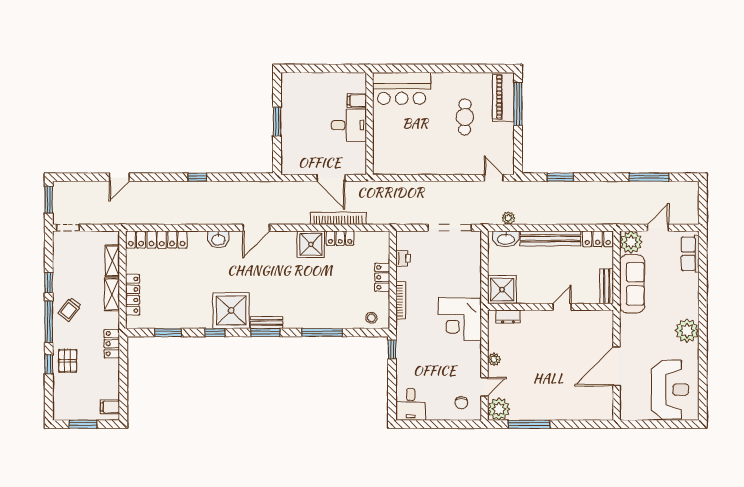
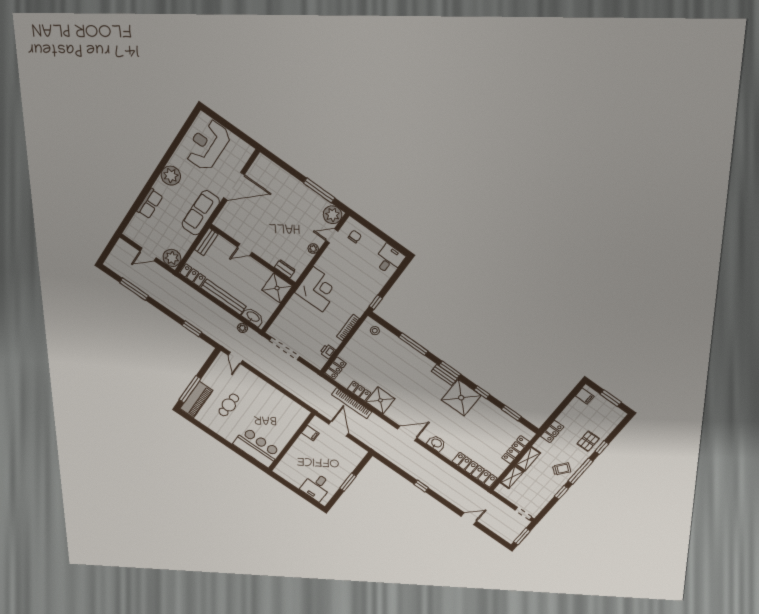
filing cabinet: (357, 101) -> (310, 433), moved
desk: (349, 125) -> (316, 487), moved, turned -90
row of seats: (690, 254) -> (150, 204), moved
locker: (382, 277) -> (336, 368), moved
sofa: (632, 284) -> (201, 213), moved

